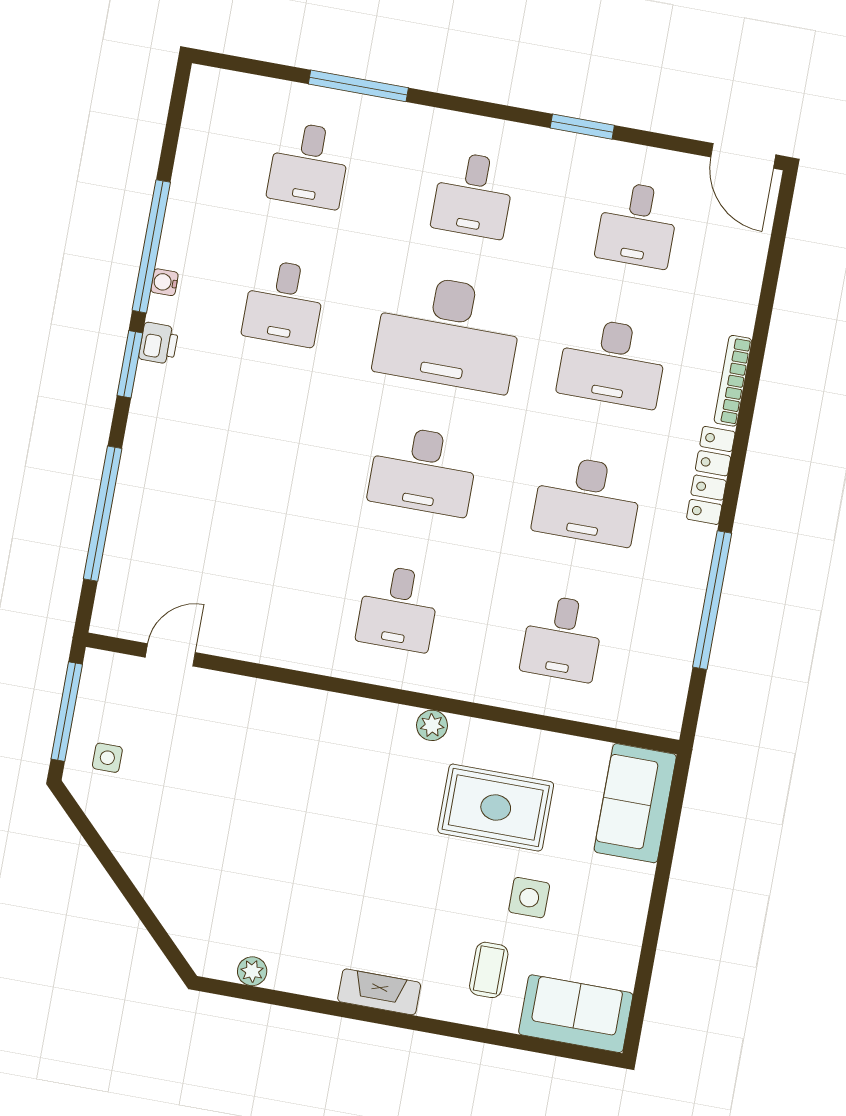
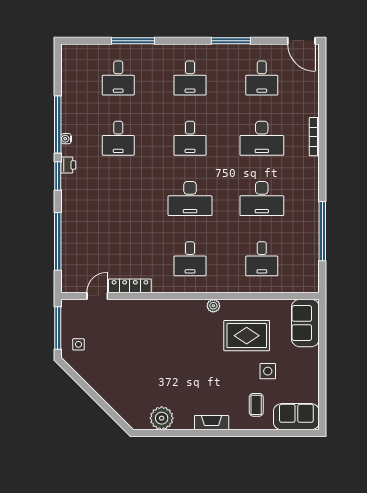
window: (582, 127) -> (231, 41), width x1.44
desk: (448, 333) -> (190, 138), width x0.53, depth x0.77
locker: (711, 475) -> (130, 286), moved, turned 90
plant: (252, 971) -> (162, 418), width x1.87, depth x1.87

